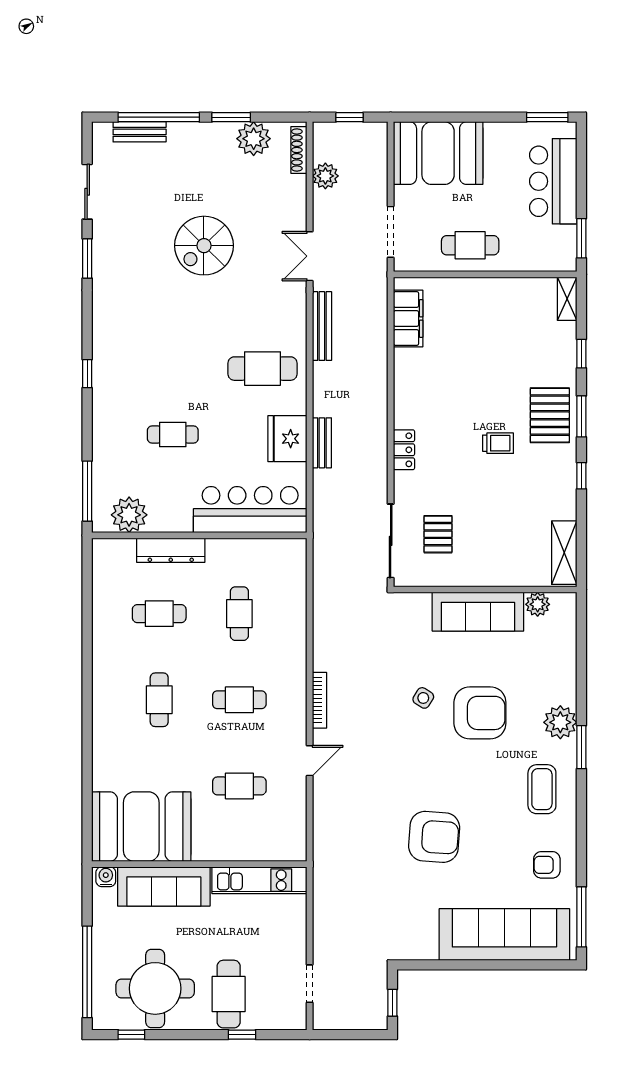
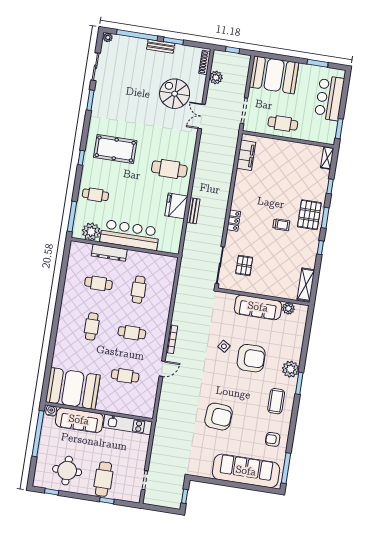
window: (547, 117) -> (318, 63), moved
bench: (140, 132) -> (161, 46), moved
plant: (254, 139) -> (108, 37), moved, width x0.53, depth x0.53
spiral stairs: (204, 246) -> (175, 94), moved, turned 90
bench: (322, 326) -> (202, 152), removed
pool table: (151, 346) -> (115, 149), added
cafe table: (173, 435) -> (95, 195), moved
bar counter: (250, 510) -> (130, 235), moved
window: (87, 972) -> (38, 434), moved
round table: (155, 988) -> (67, 471), width x0.73, depth x0.73

